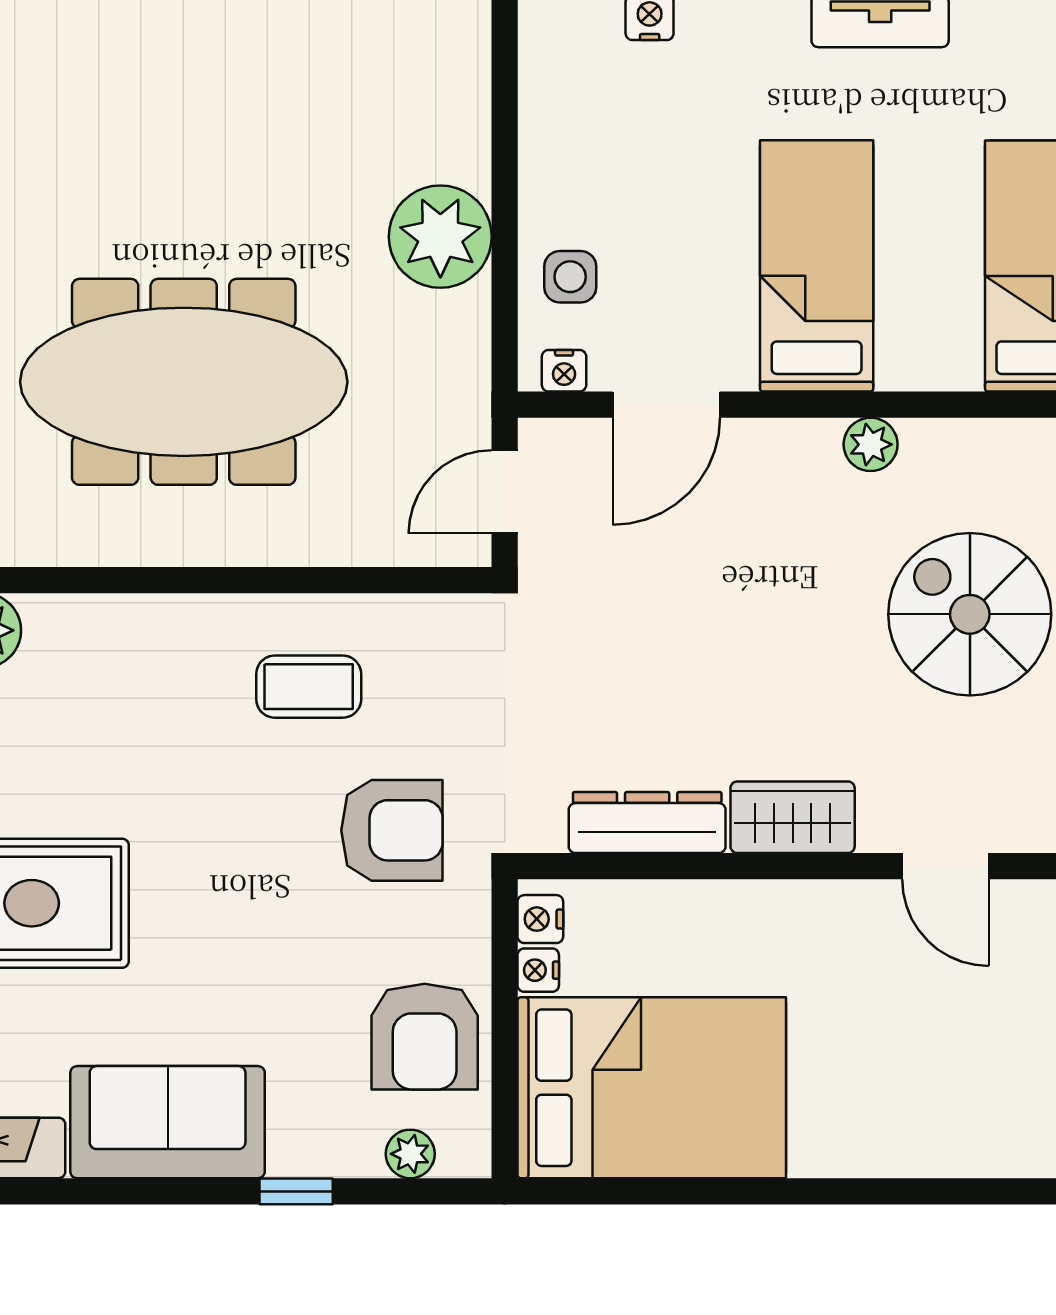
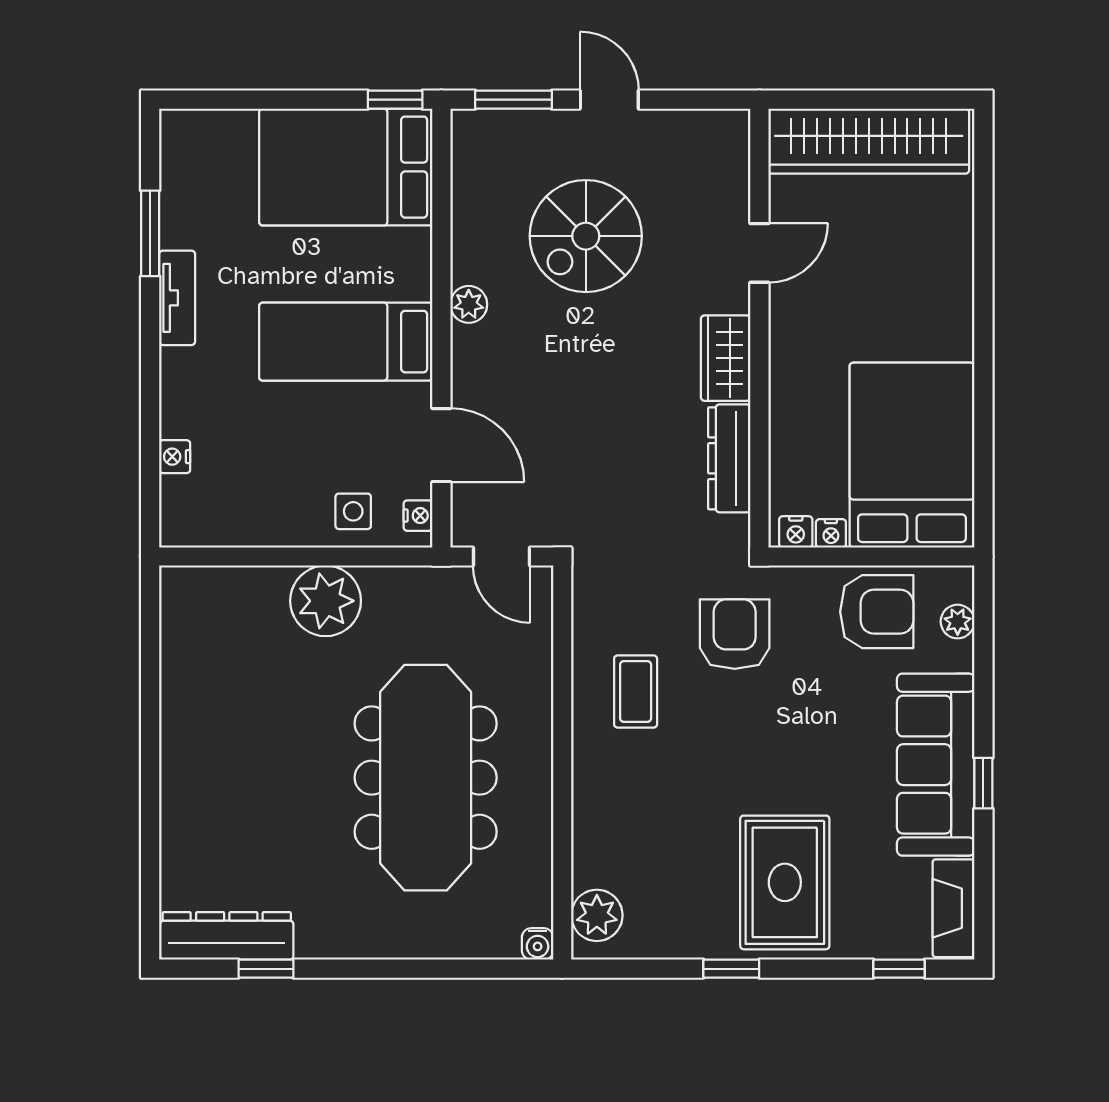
sofa: (168, 1122) -> (936, 765), width x1.36
window: (296, 1191) -> (983, 783), moved

